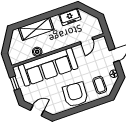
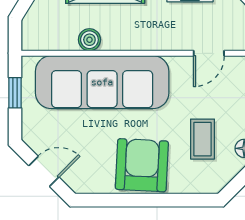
coffee table: (100, 85) -> (202, 139), moved

